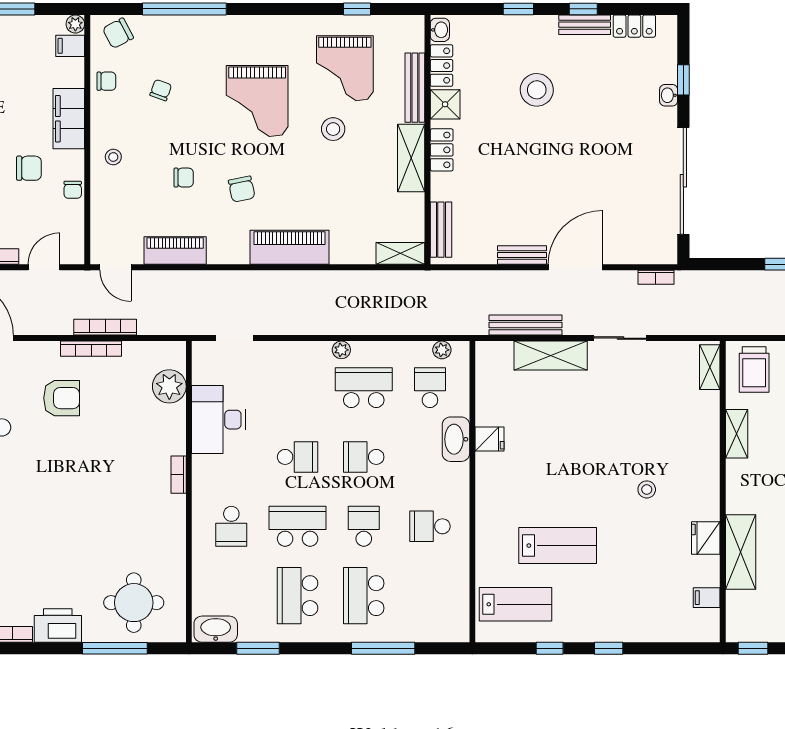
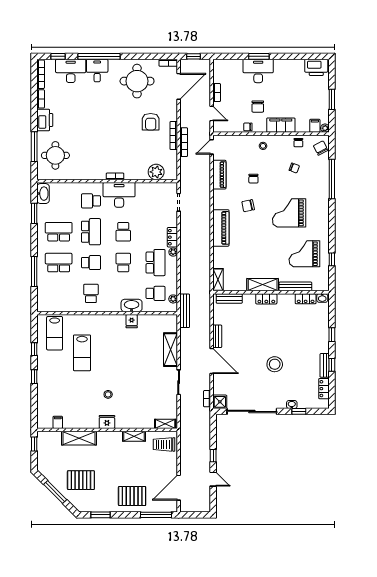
stool: (537, 90) -> (275, 364), moved
shower: (445, 104) -> (220, 402), moved
stool: (333, 129) -> (276, 248), removed
bench: (525, 325) -> (185, 311), moved
locker: (309, 352) -> (172, 237), added
desk: (219, 420) -> (119, 195), moved
fridge: (706, 538) -> (107, 422), moved

